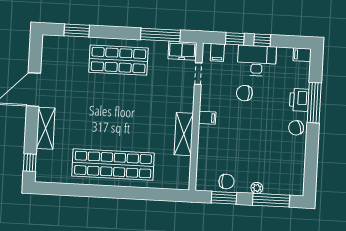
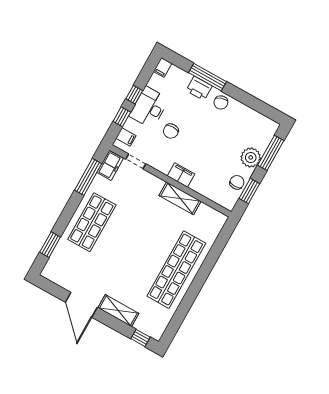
filing cabinet: (207, 118) -> (181, 175), width x2.00
plant: (257, 188) -> (251, 157), width x1.88, depth x1.88

